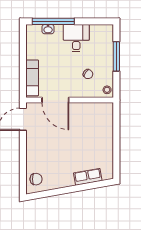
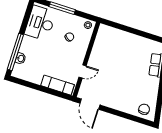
desk: (76, 38) -> (40, 23), moved, width x1.37
door: (55, 100) -> (83, 71), width x0.53

